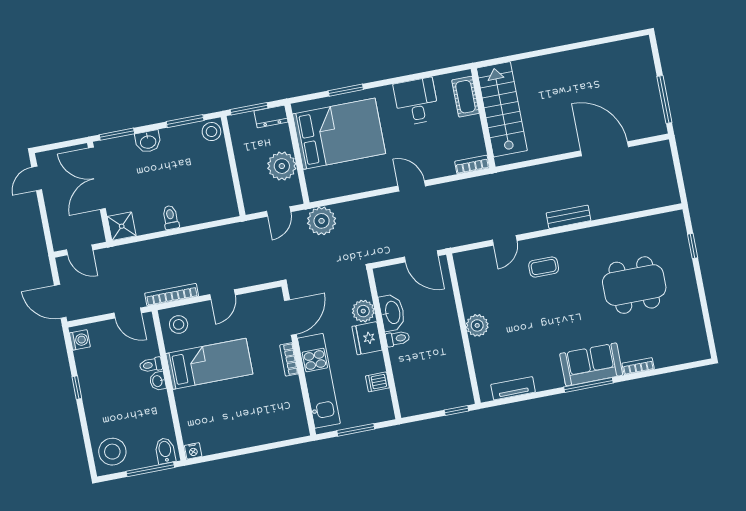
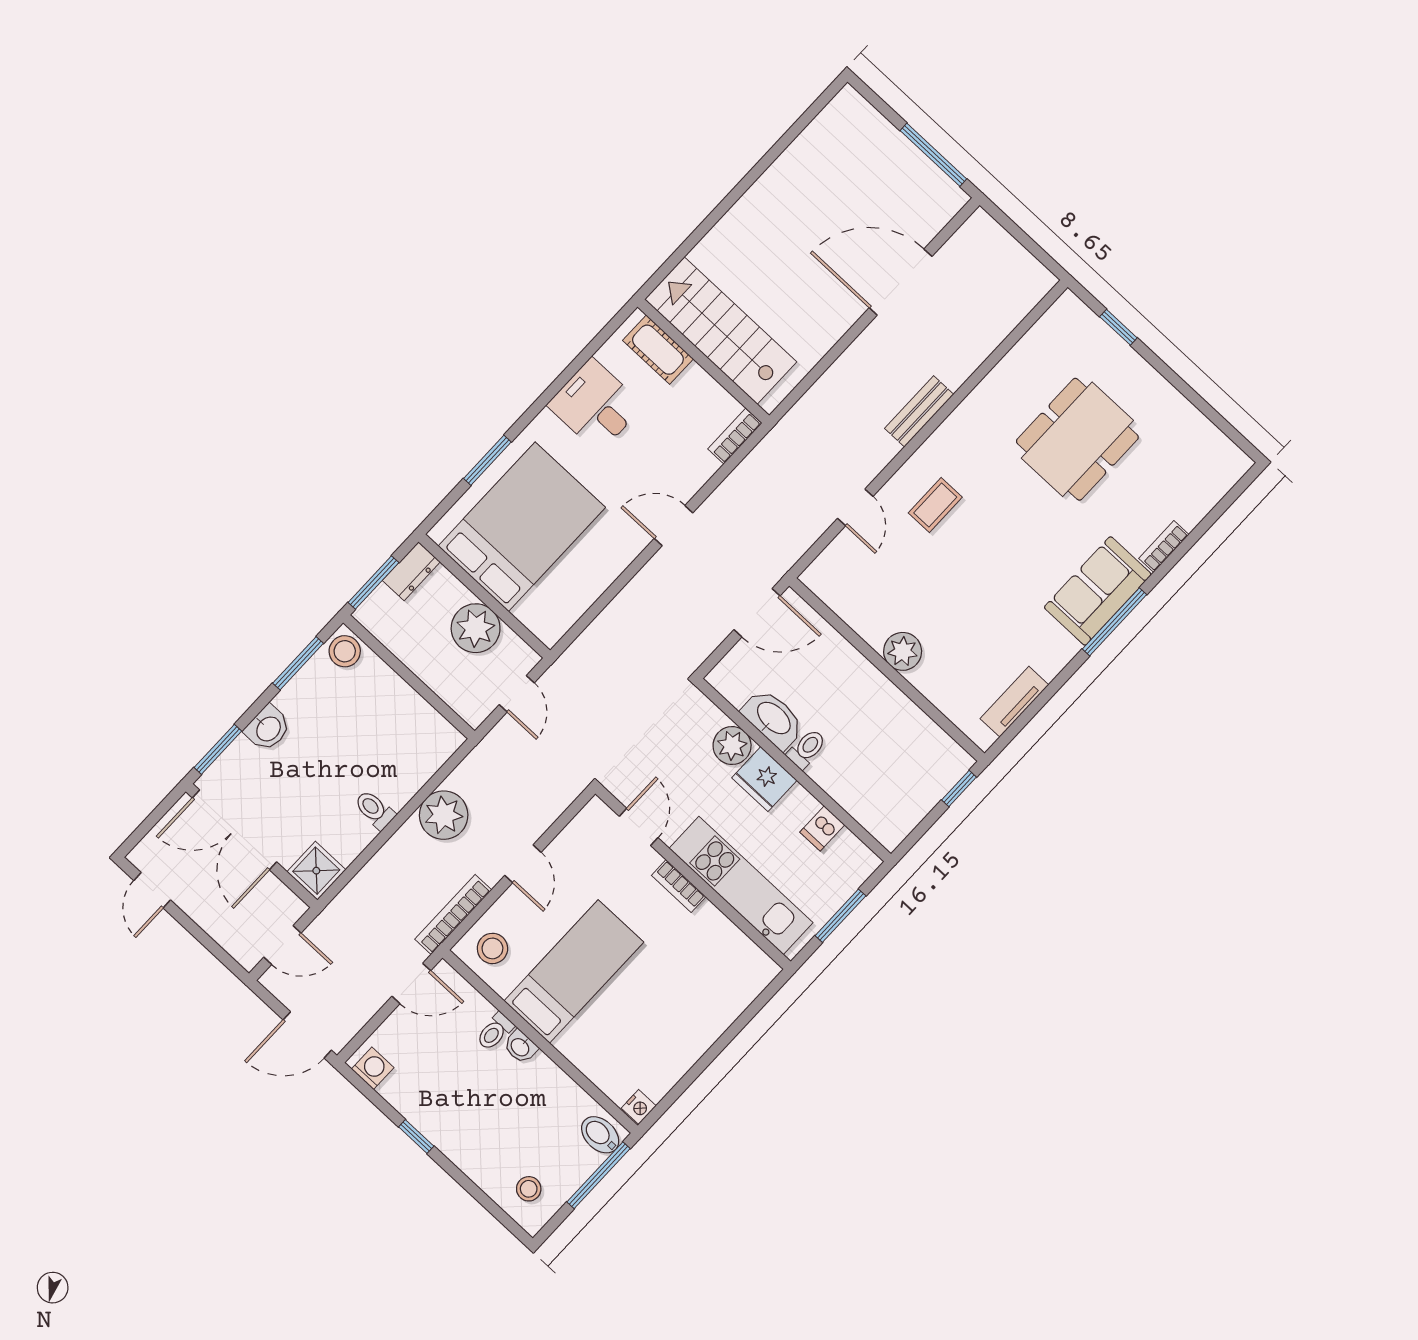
plant: (322, 221) -> (444, 815), moved
door: (290, 317) -> (639, 827), width x0.73
stool: (112, 452) -> (529, 1189), width x0.53, depth x0.53

